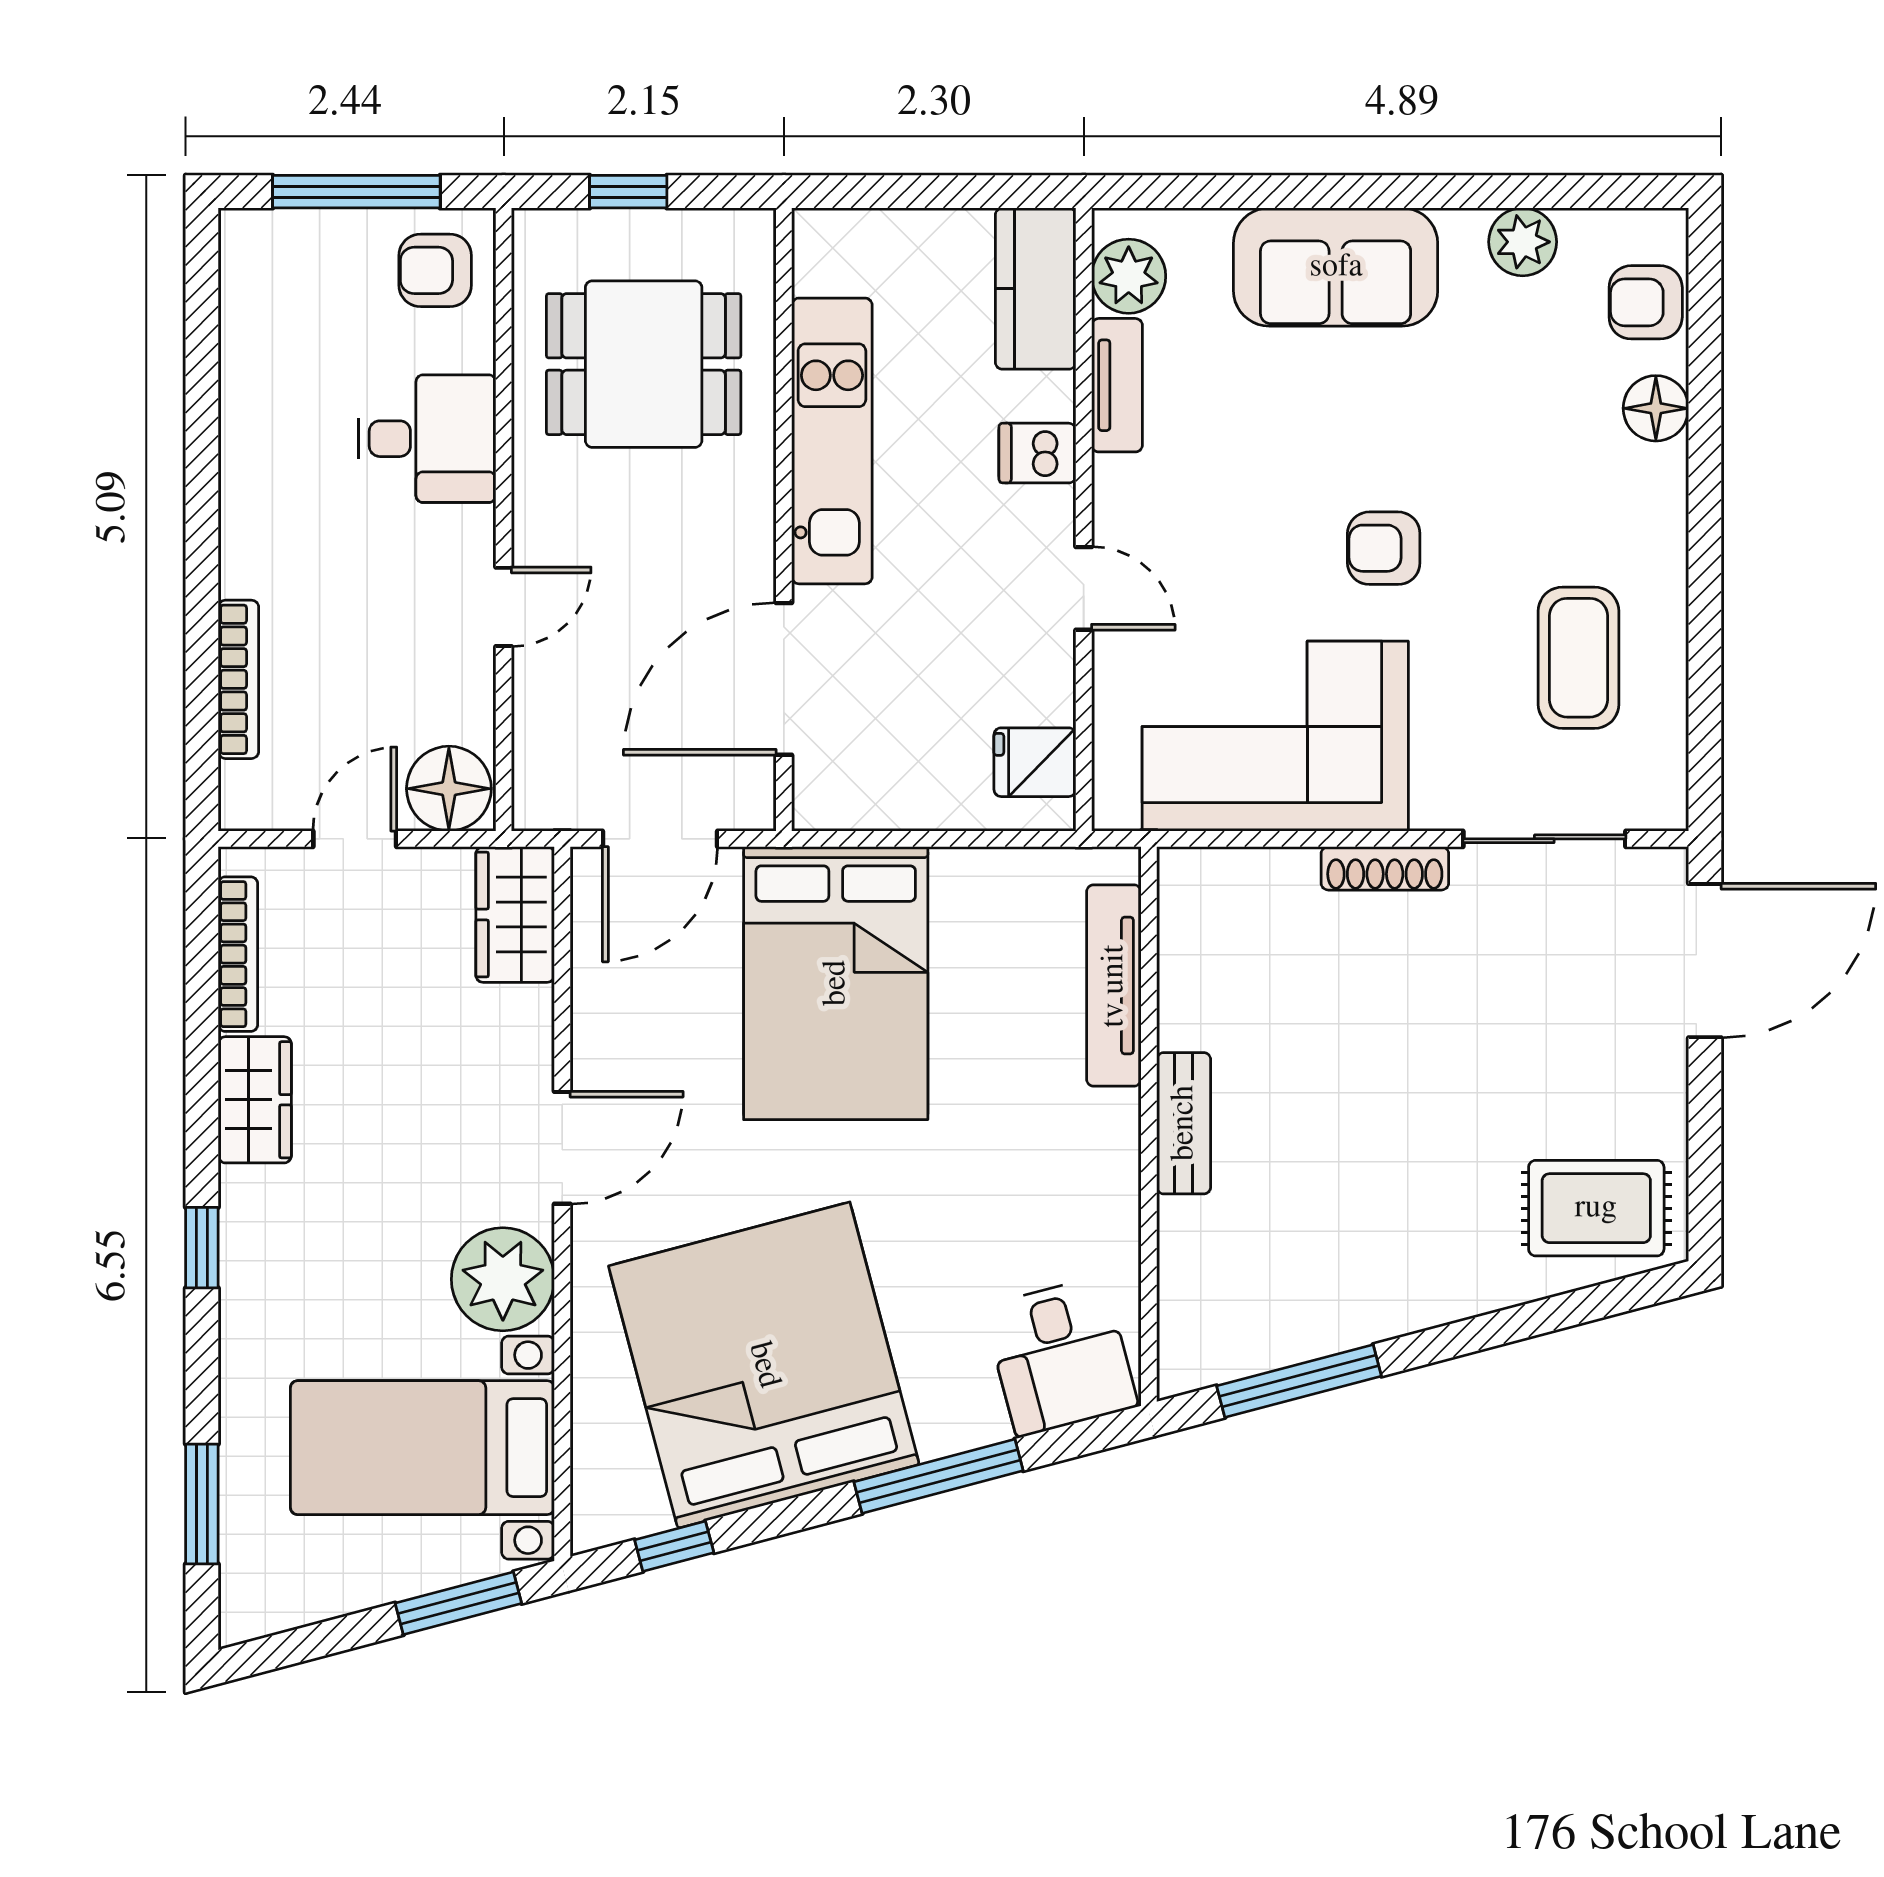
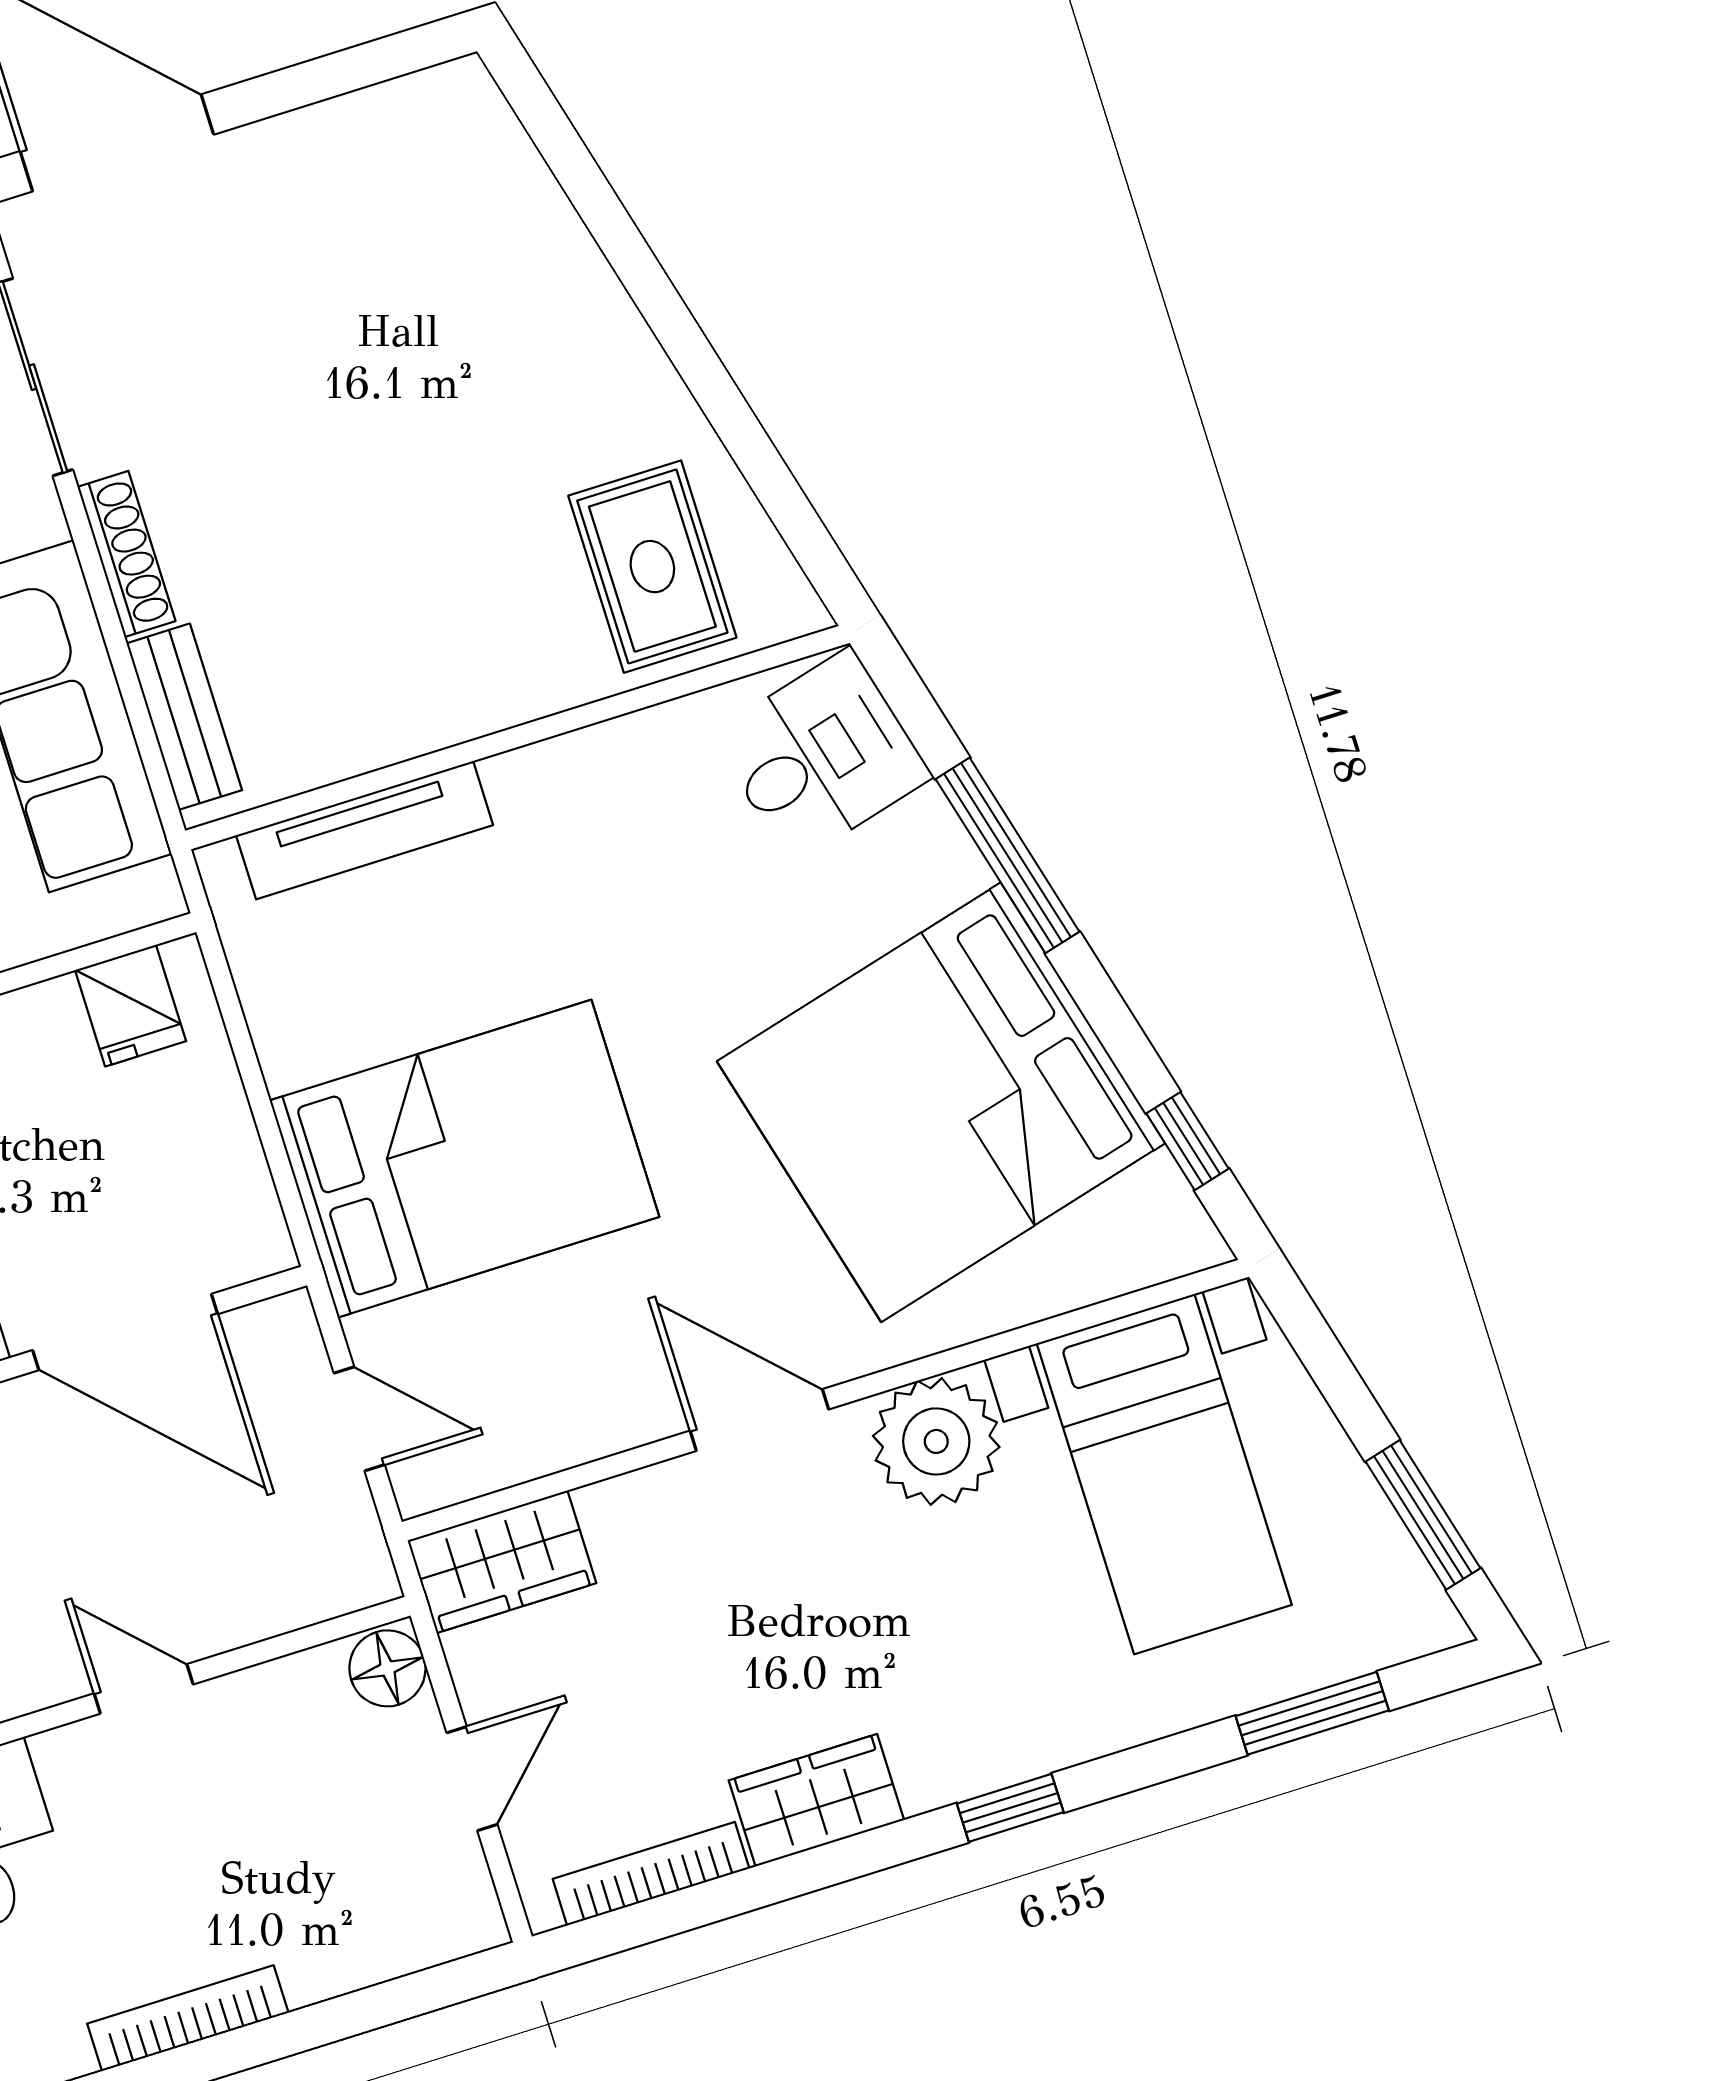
bookcase: (238, 679) -> (188, 2018), moved
floor lamp: (449, 789) -> (387, 1668), width x0.73, depth x0.73
door: (355, 839) -> (472, 1779), swing flipped
door: (660, 839) -> (359, 1419), width x0.73
bench: (1184, 1123) -> (184, 717), moved, turned 90
rug: (1596, 1208) -> (652, 567), moved
window: (1299, 1381) -> (762, 466), removed
window: (458, 1603) -> (1423, 1515), moved

